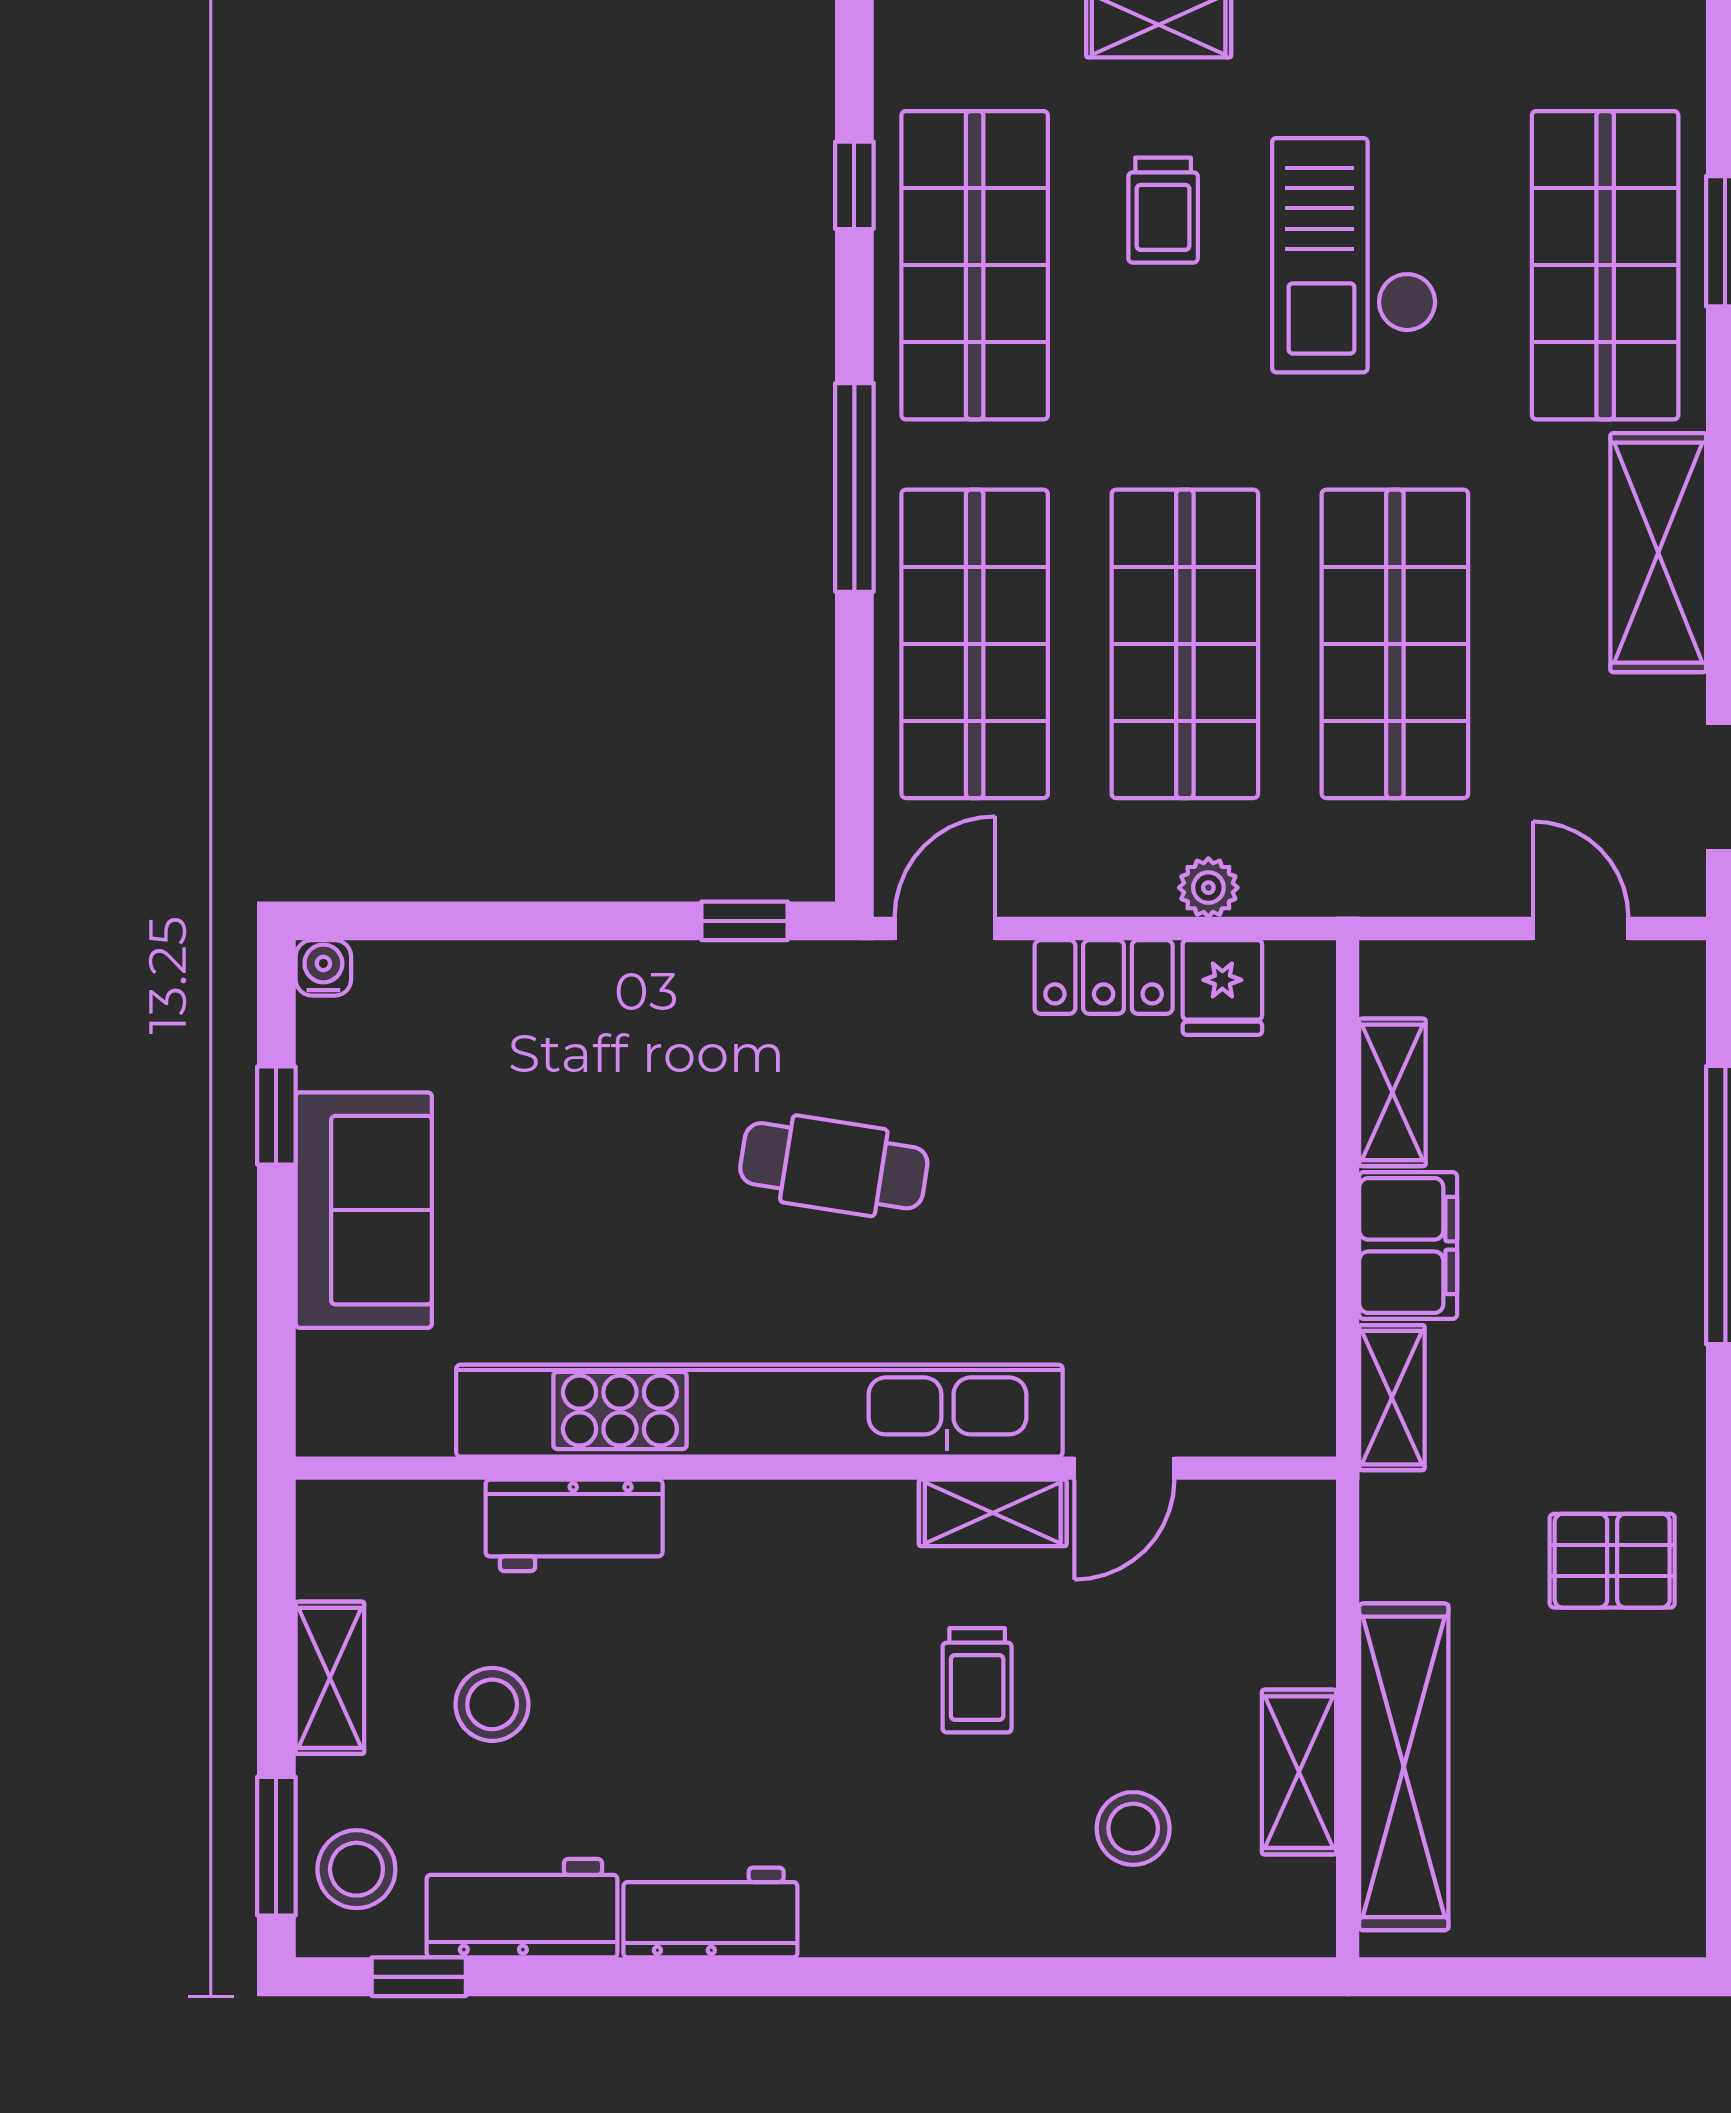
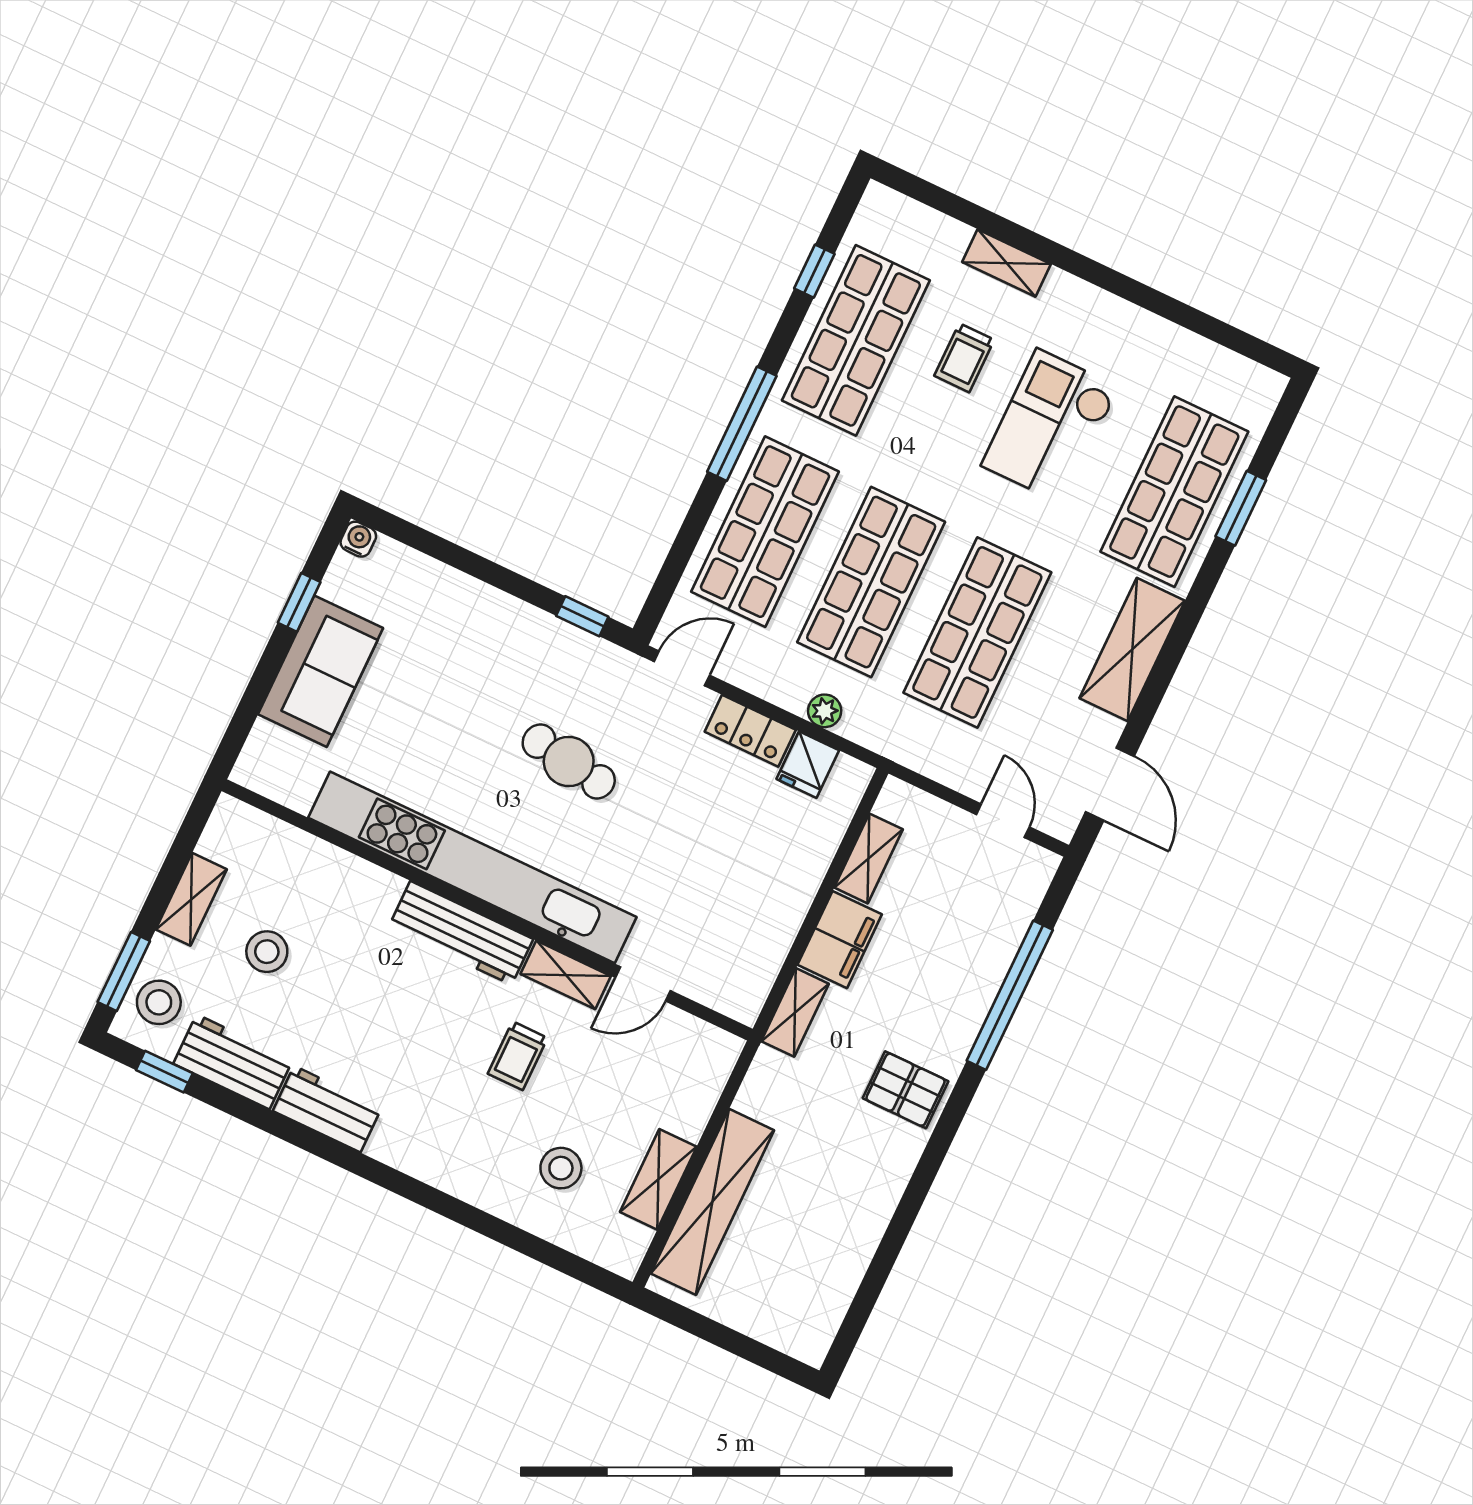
workbench: (574, 1525) -> (461, 933), moved, width x1.38
pallet: (1612, 1561) -> (906, 1090), moved

